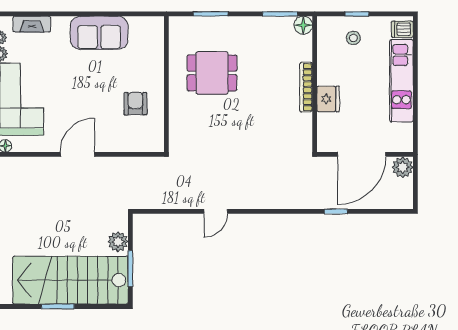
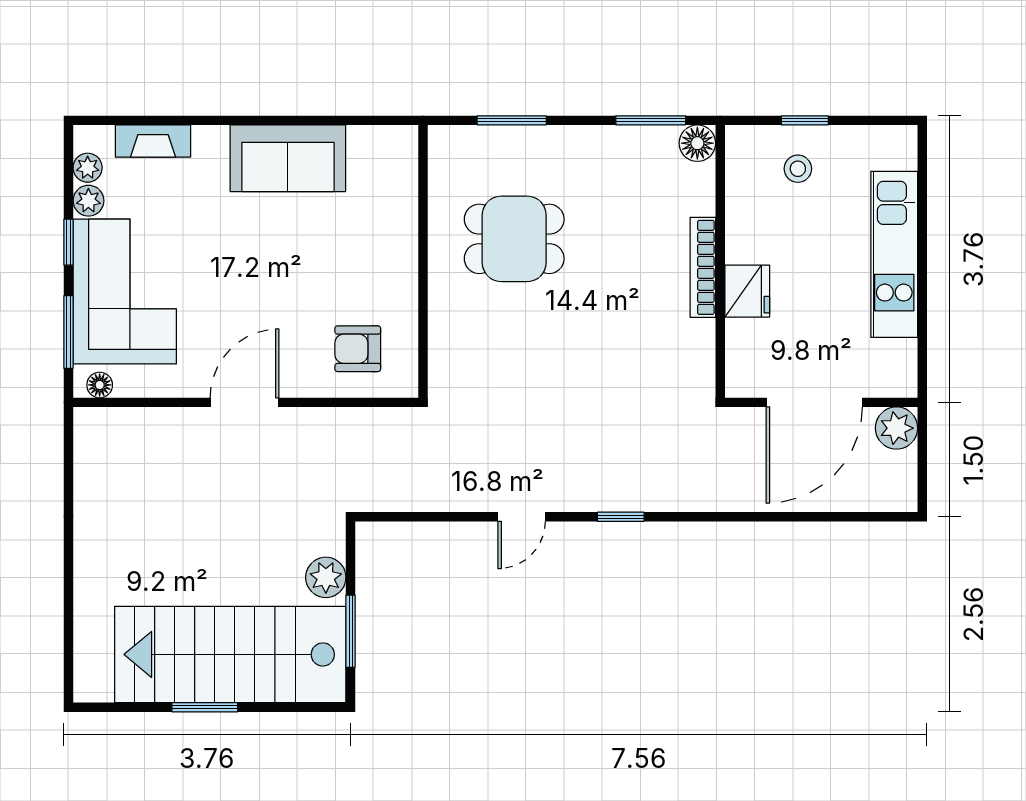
dishwasher: (402, 29) -> (896, 151), removed
armchair: (135, 104) -> (358, 349), moved, turned -90
window: (336, 211) -> (621, 517), moved

